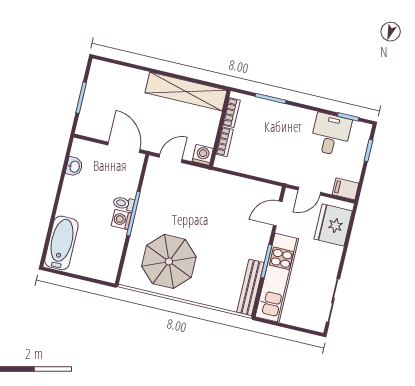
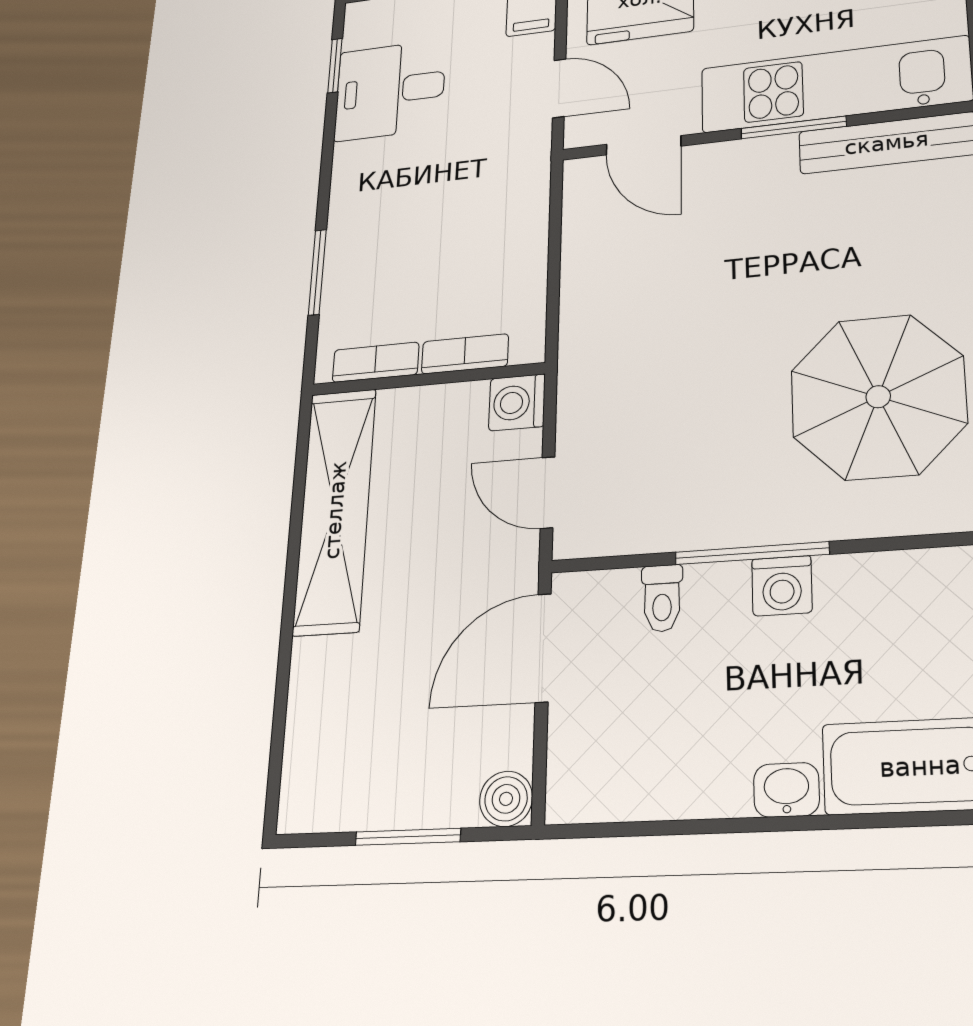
boiler: (84, 128) -> (506, 799), added
washbasin: (74, 167) -> (786, 790), moved
toilet: (124, 203) -> (662, 598), moved

